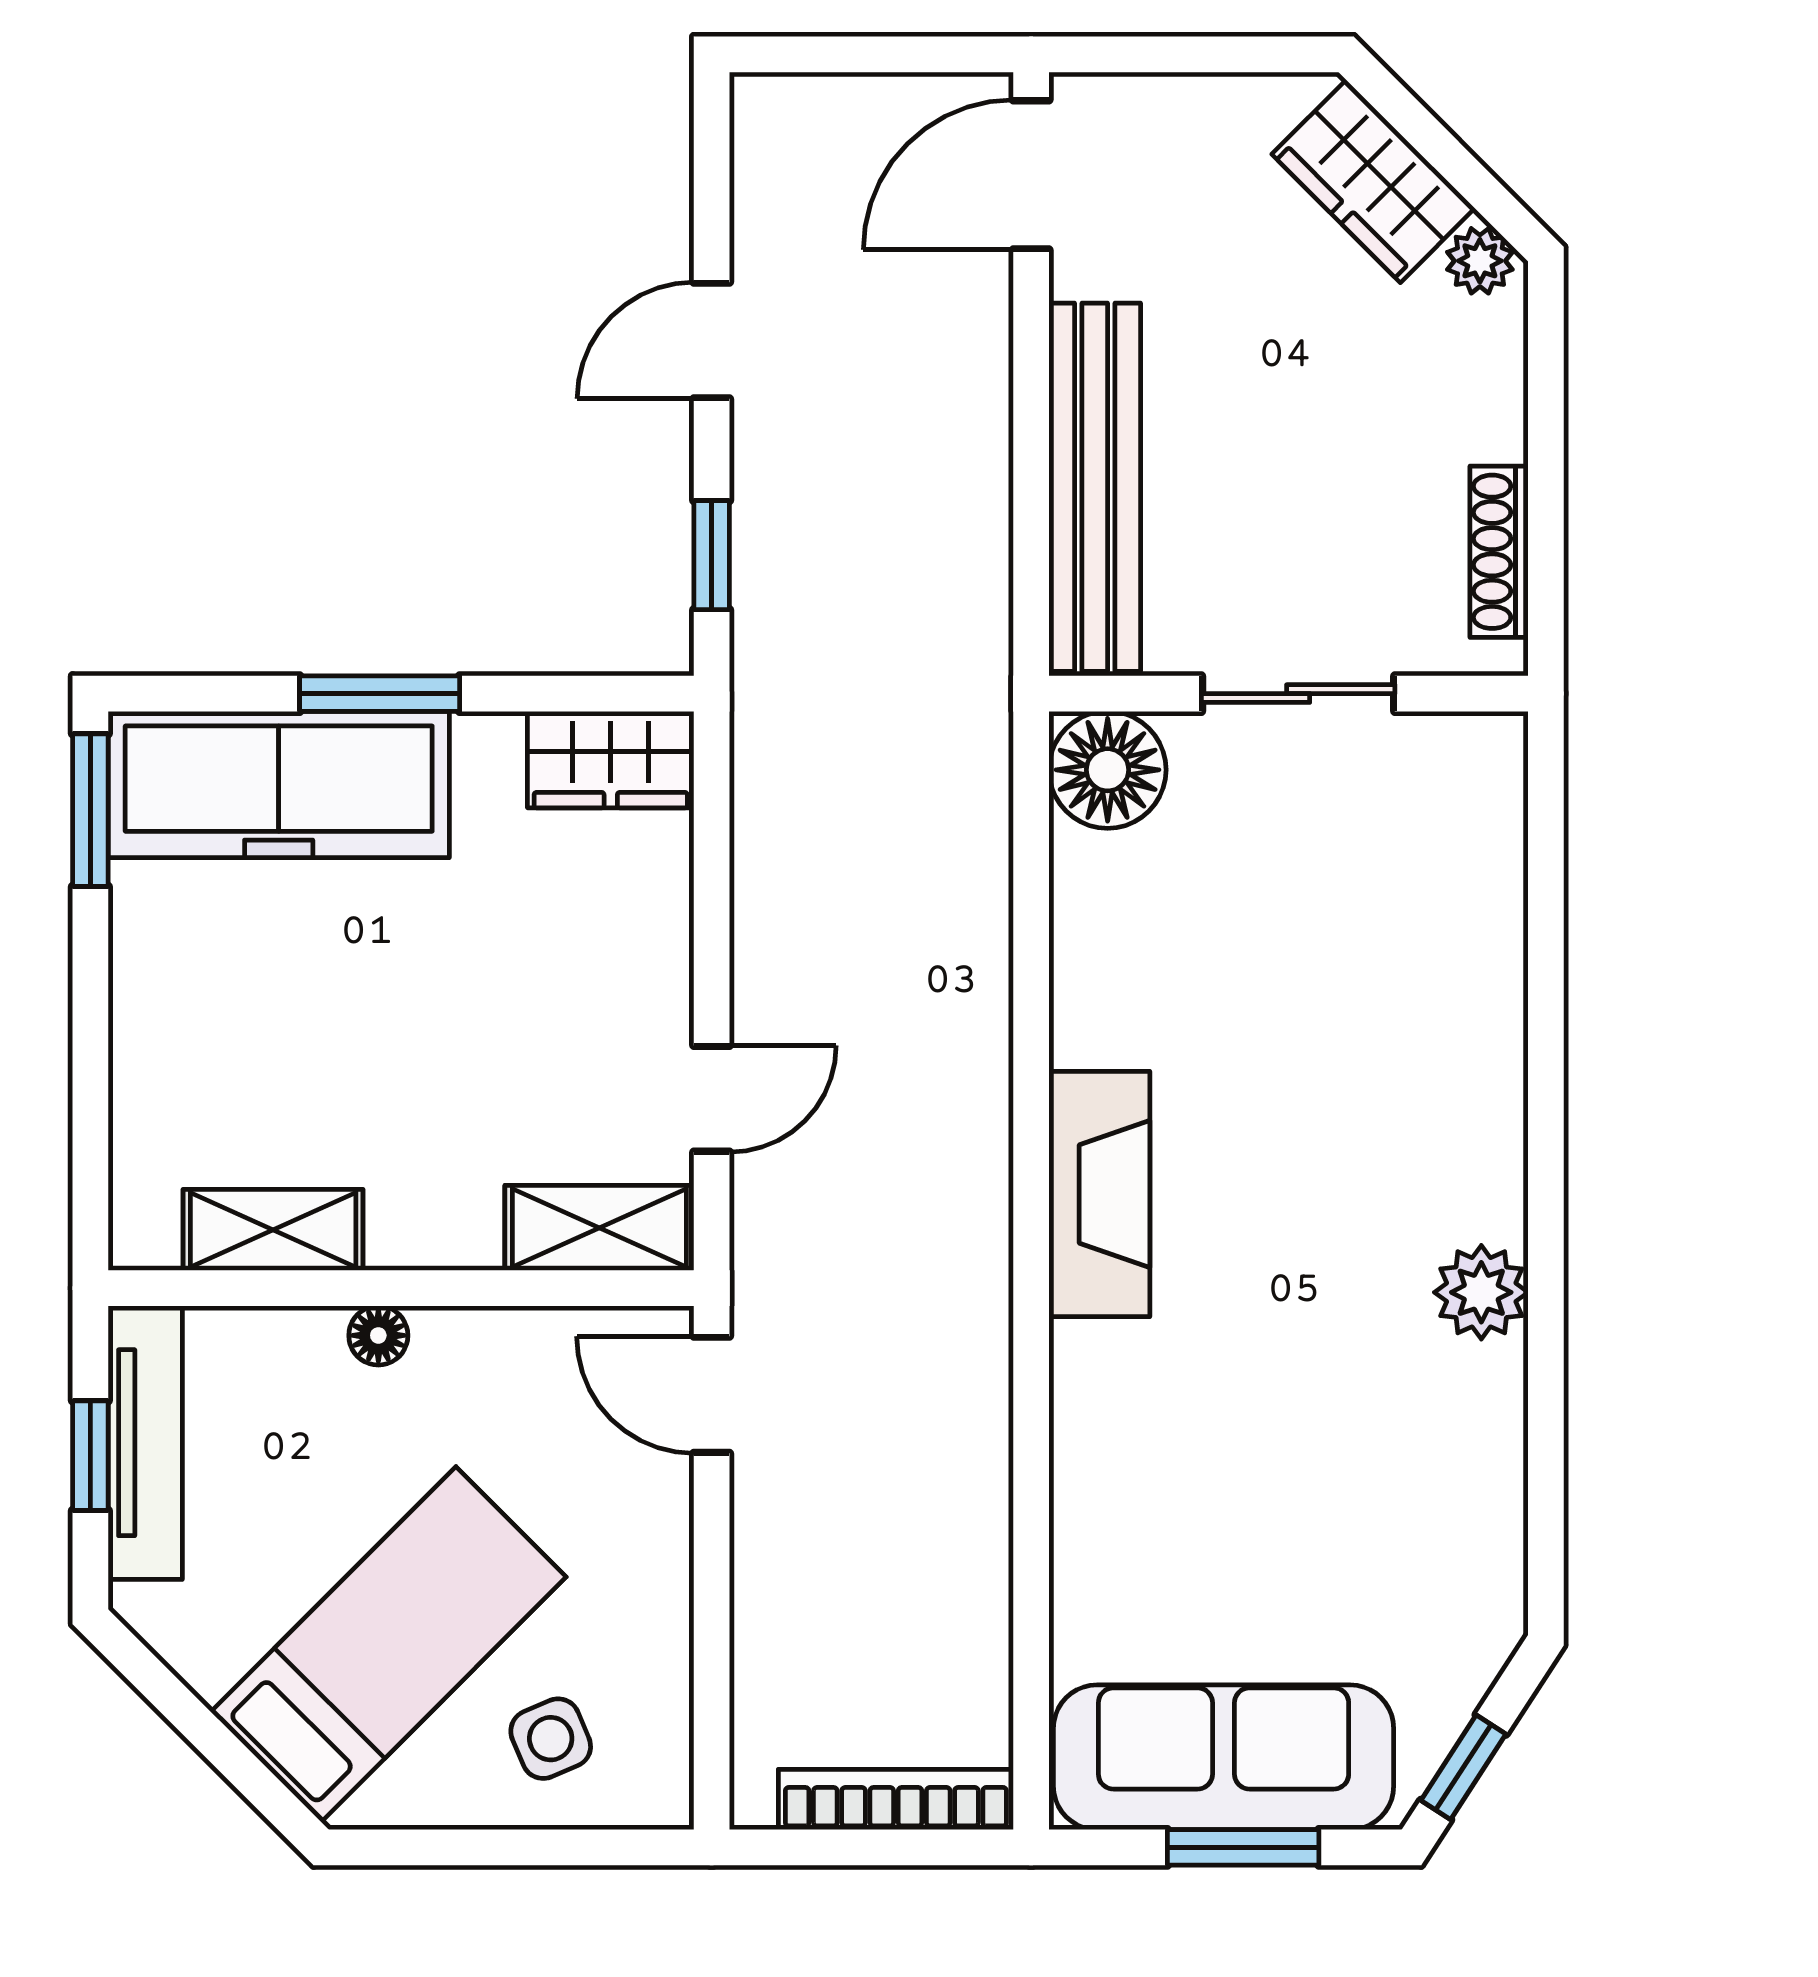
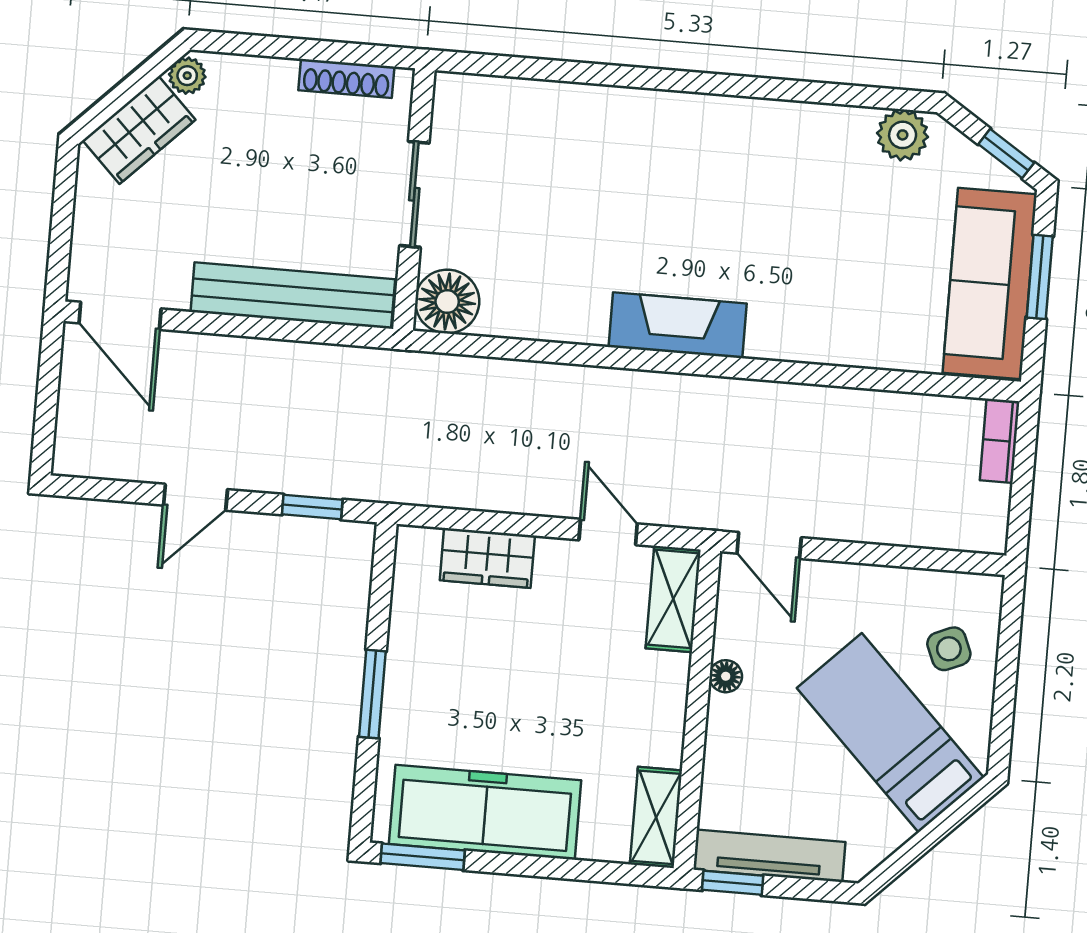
door: (712, 341) -> (196, 497), hinge flipped
wardrobe: (611, 760) -> (487, 558), moved, turned 90
freezer: (279, 784) -> (485, 812), moved, turned -90
shelving: (273, 1230) -> (656, 817), moved
plant: (1481, 1292) -> (903, 135), moved
floor lamp: (378, 1335) -> (726, 676), moved
door: (712, 1395) -> (769, 545), hinge flipped
window: (90, 1456) -> (733, 883), moved
bookcase: (896, 1799) -> (1000, 441), width x0.64

